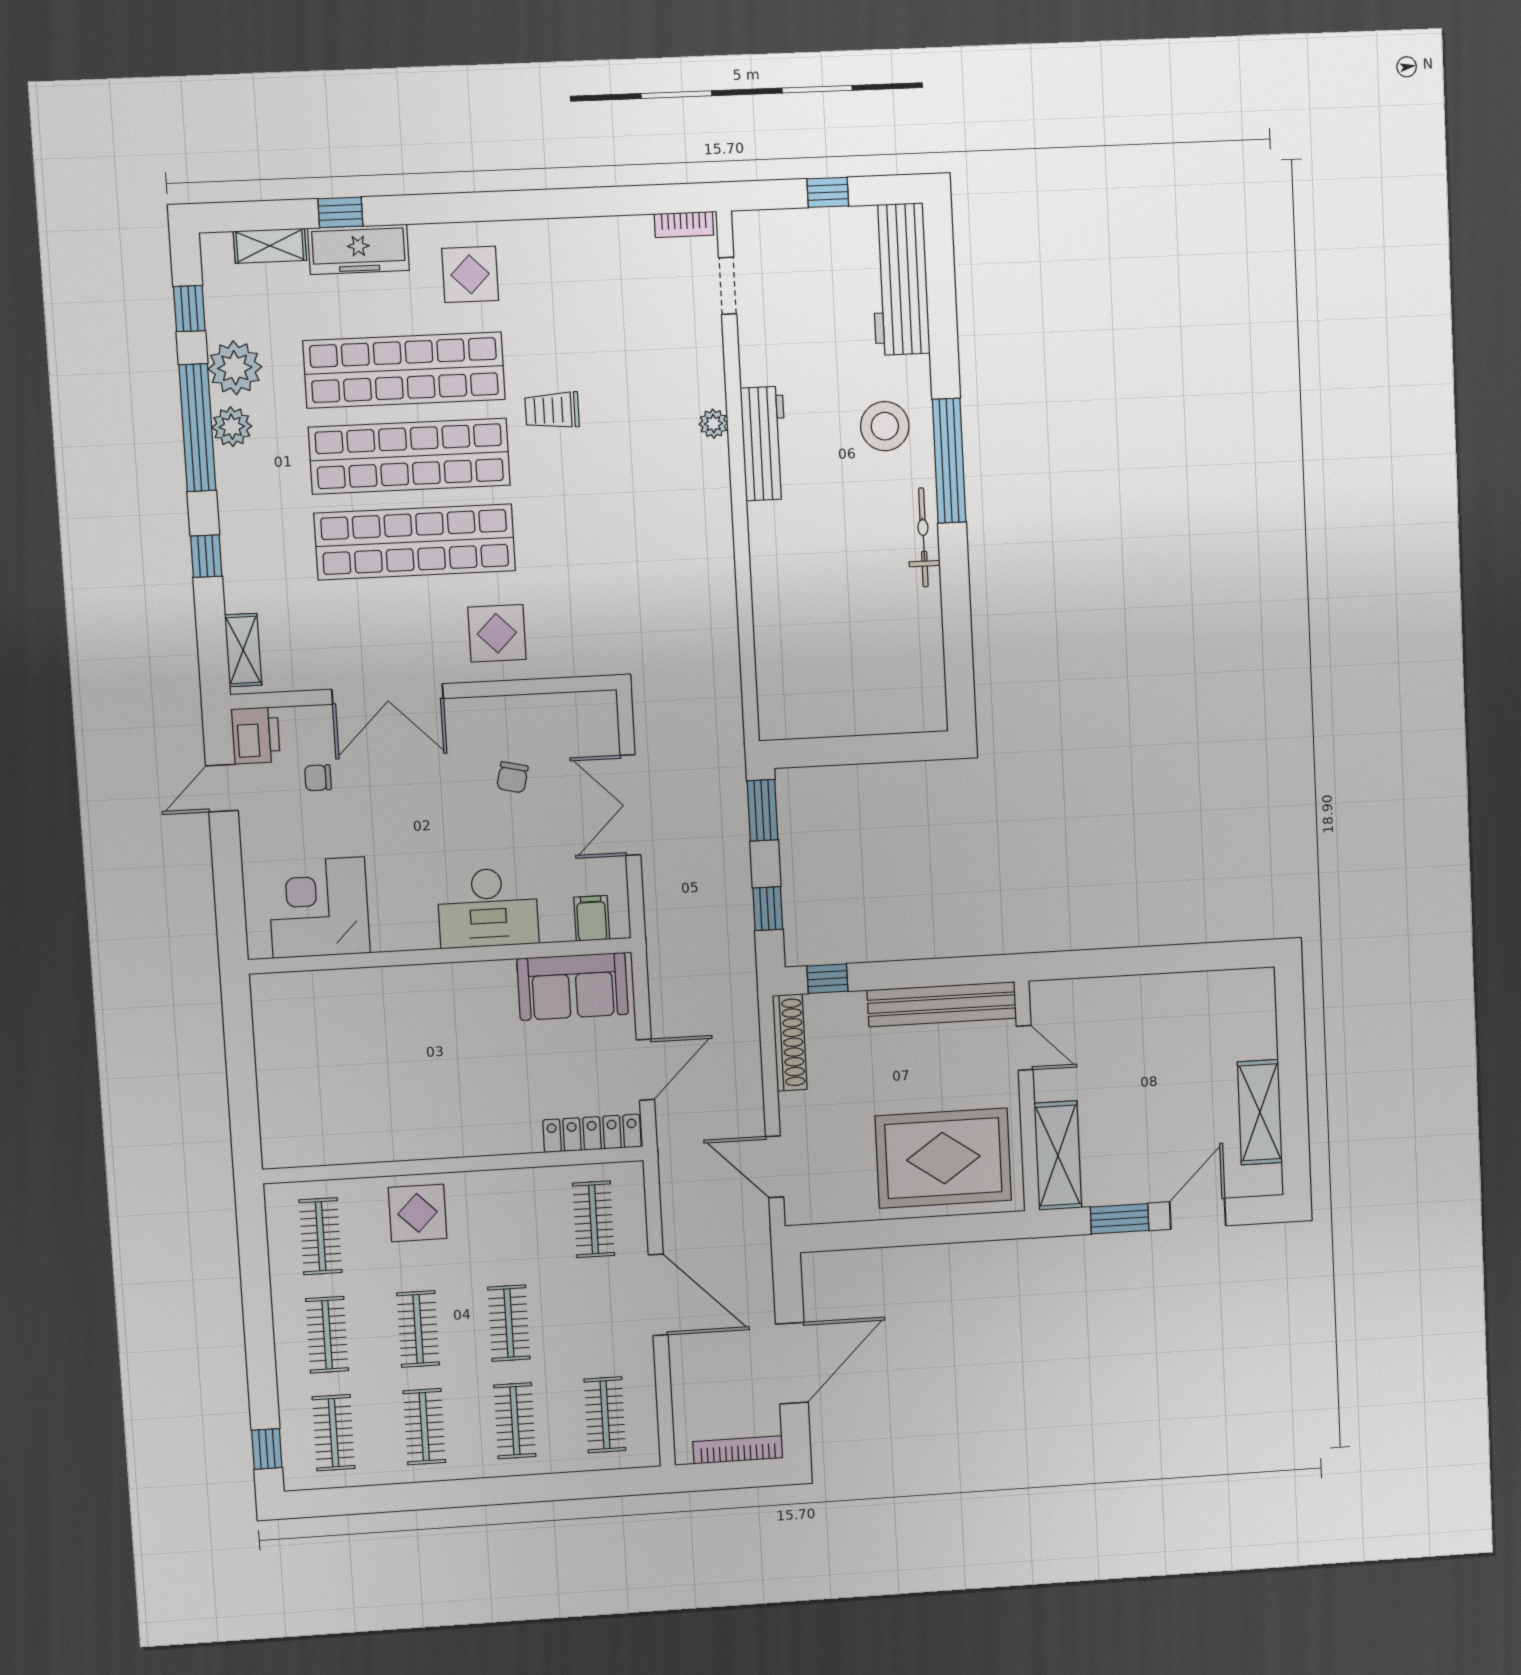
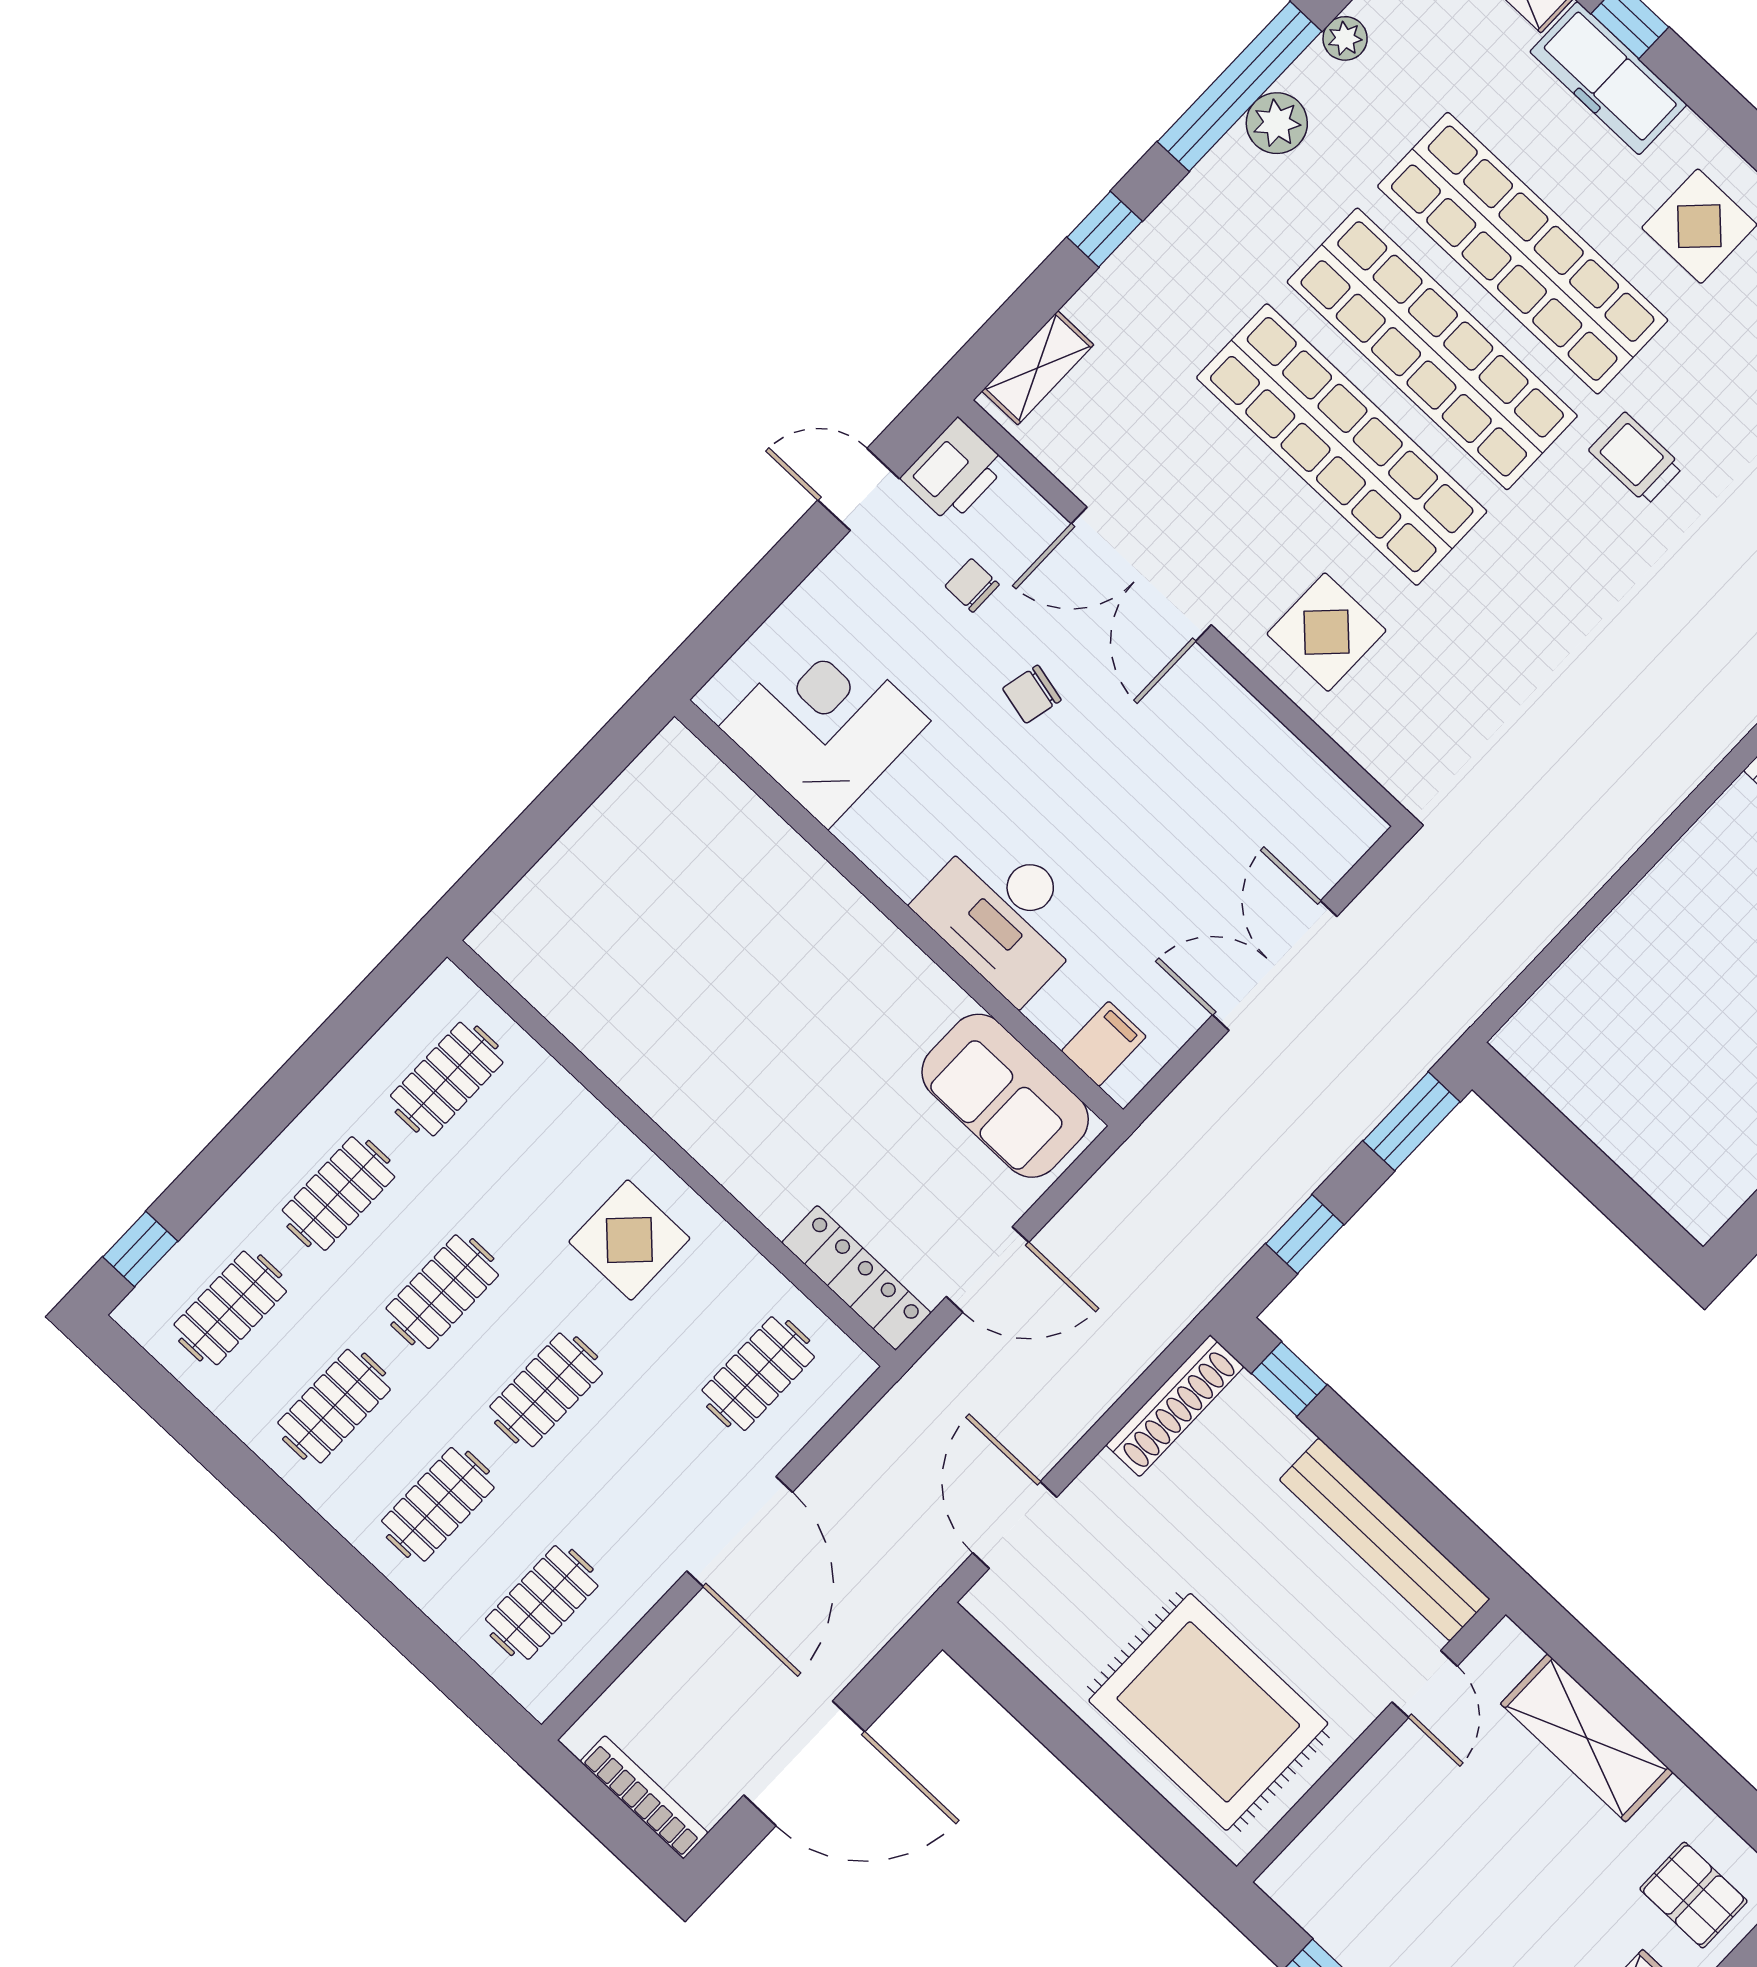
plant: (235, 368) -> (1345, 38), width x0.53, depth x0.53
chair: (512, 777) -> (1032, 694), moved
pallet: (1235, 1016) -> (1694, 1895), added
shelving: (1058, 1156) -> (1587, 1738), moved, turned 90
display table: (418, 1213) -> (629, 1240), moved

